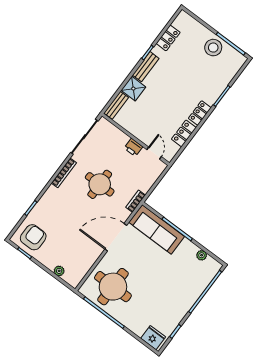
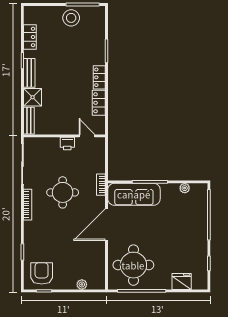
fridge: (153, 338) -> (182, 281), moved

